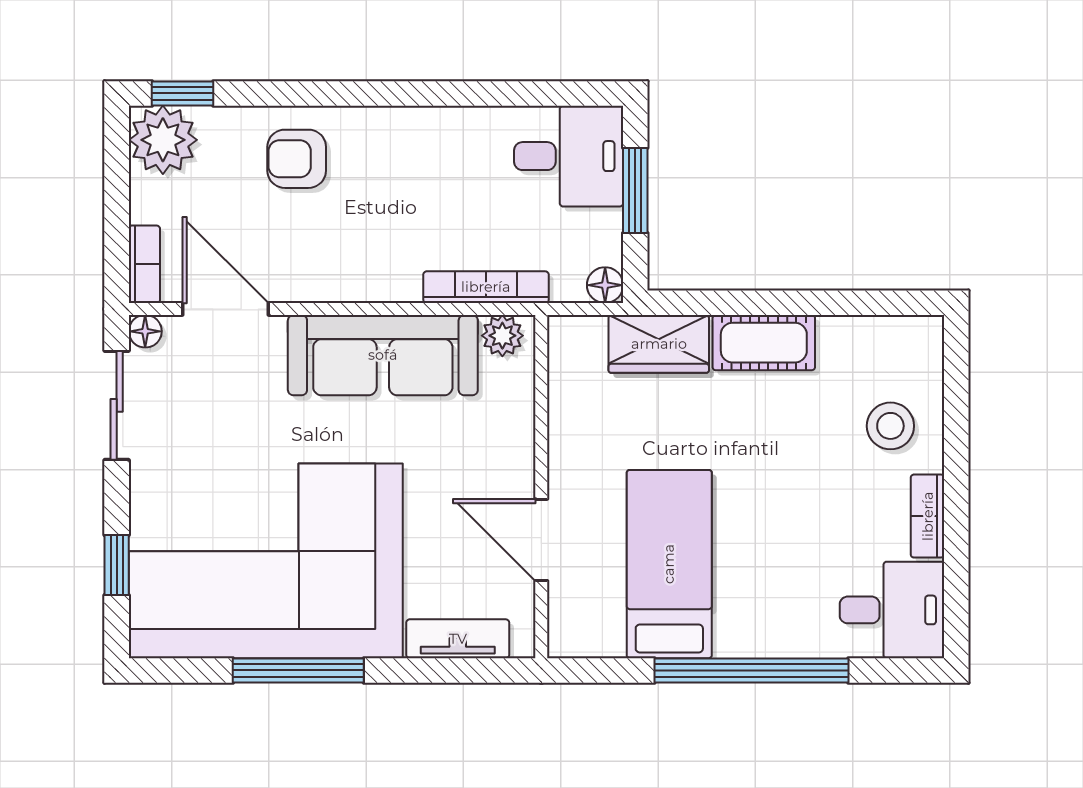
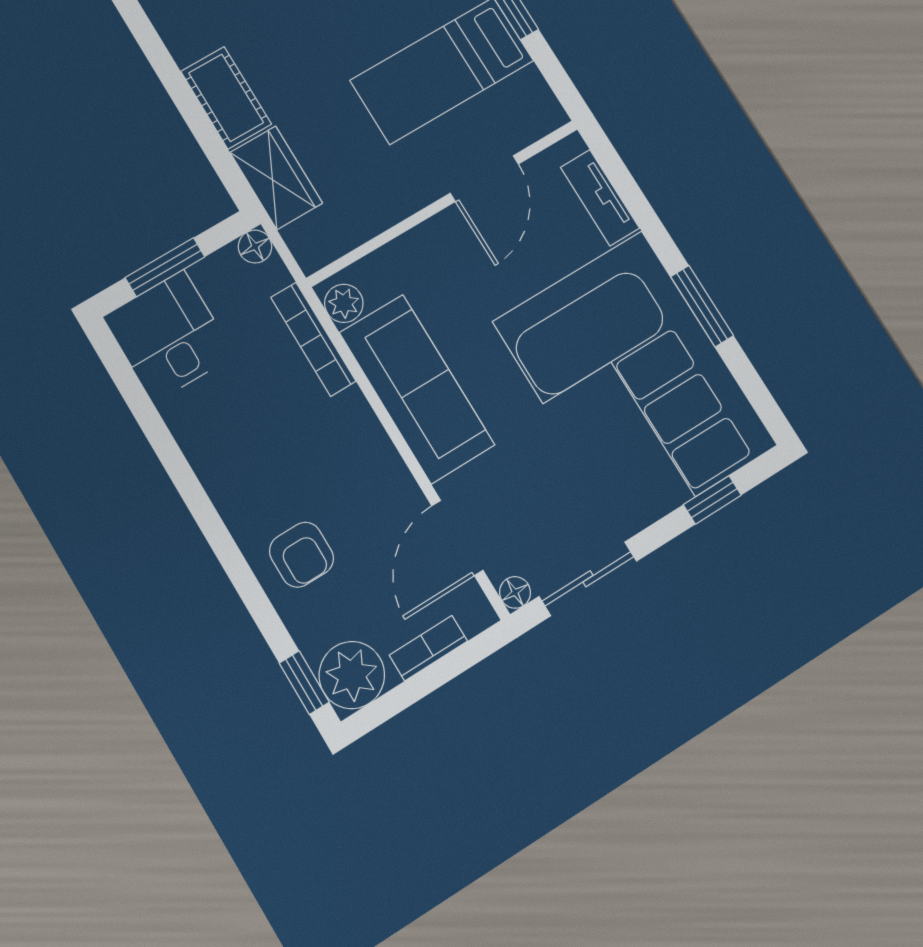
bookcase: (144, 264) -> (428, 648), moved
window: (298, 670) -> (702, 306), width x0.69

